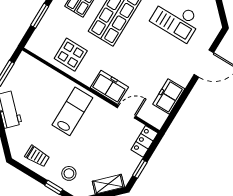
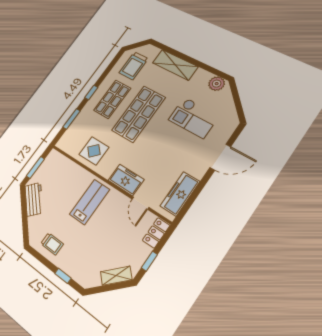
freezer: (169, 97) -> (180, 194), width x1.40
door: (127, 112) -> (140, 203), swing flipped
stool: (69, 173) -> (79, 262), removed

